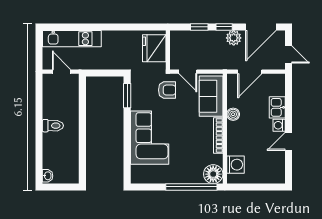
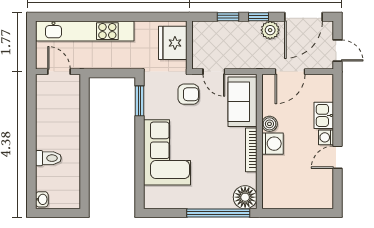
kitchen unit: (72, 39) -> (85, 31), width x1.36
toilet: (53, 126) -> (48, 158), moved
washing machine: (236, 165) -> (272, 144), moved

